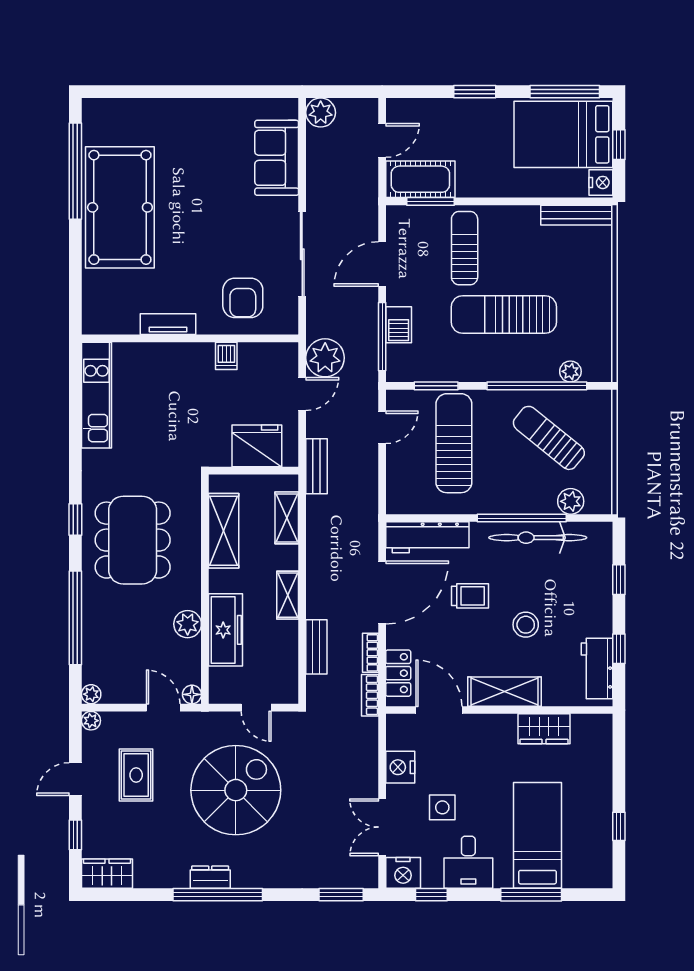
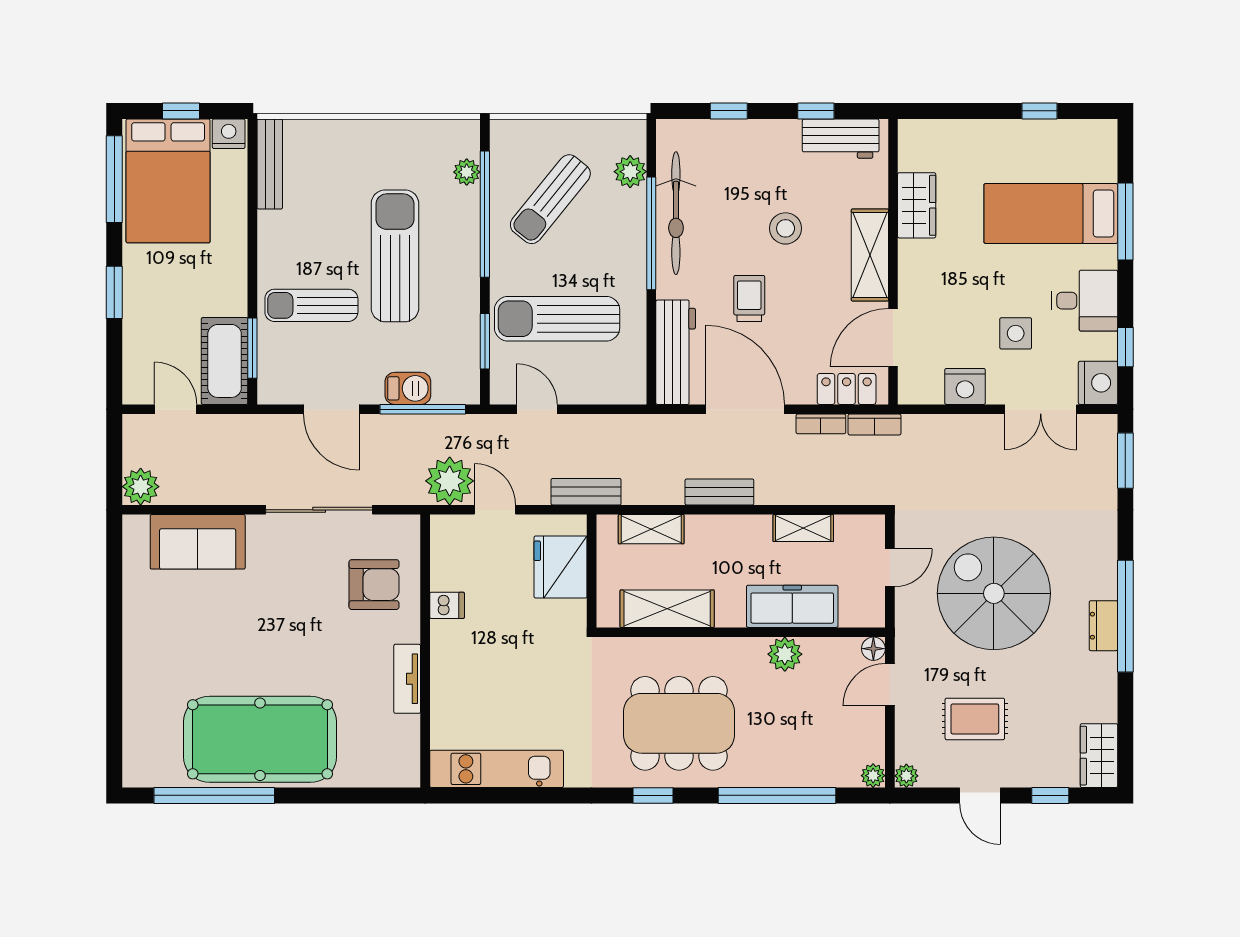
sun lounger: (504, 315) -> (395, 256), turned 180
shelving: (288, 595) -> (803, 528), moved
bench: (316, 647) -> (719, 492), moved

